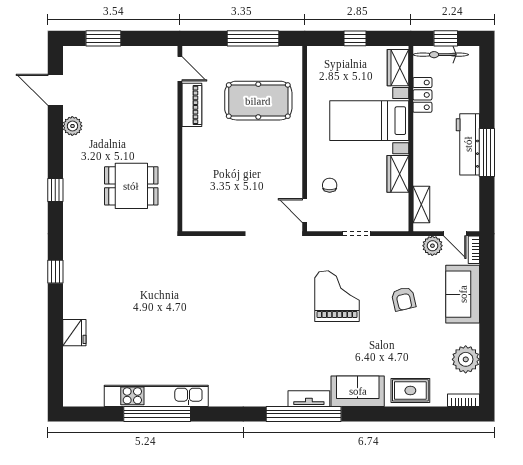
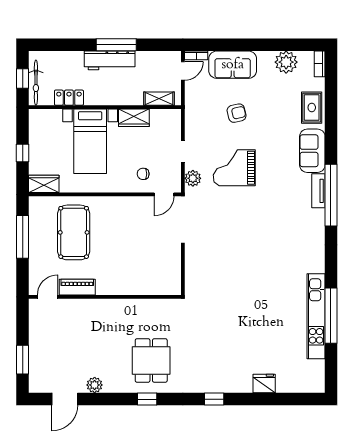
wardrobe: (398, 68) -> (44, 184), moved, turned 180
dining table: (131, 186) -> (151, 360), moved
plant: (432, 246) -> (193, 178), moved

